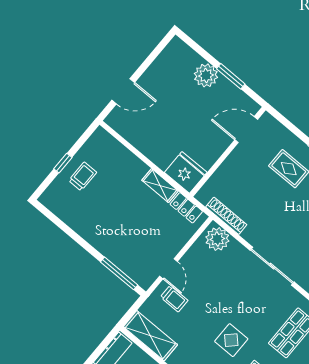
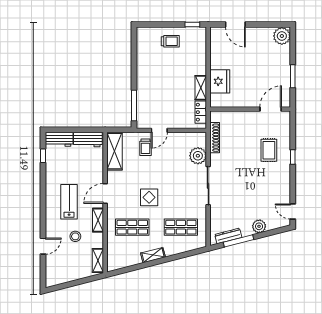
plant: (206, 75) -> (282, 36), moved
door: (246, 130) -> (271, 109), hinge flipped
window: (63, 163) -> (192, 24), moved
fridge: (186, 172) -> (220, 81), moved
plant: (217, 239) -> (198, 156), moved

